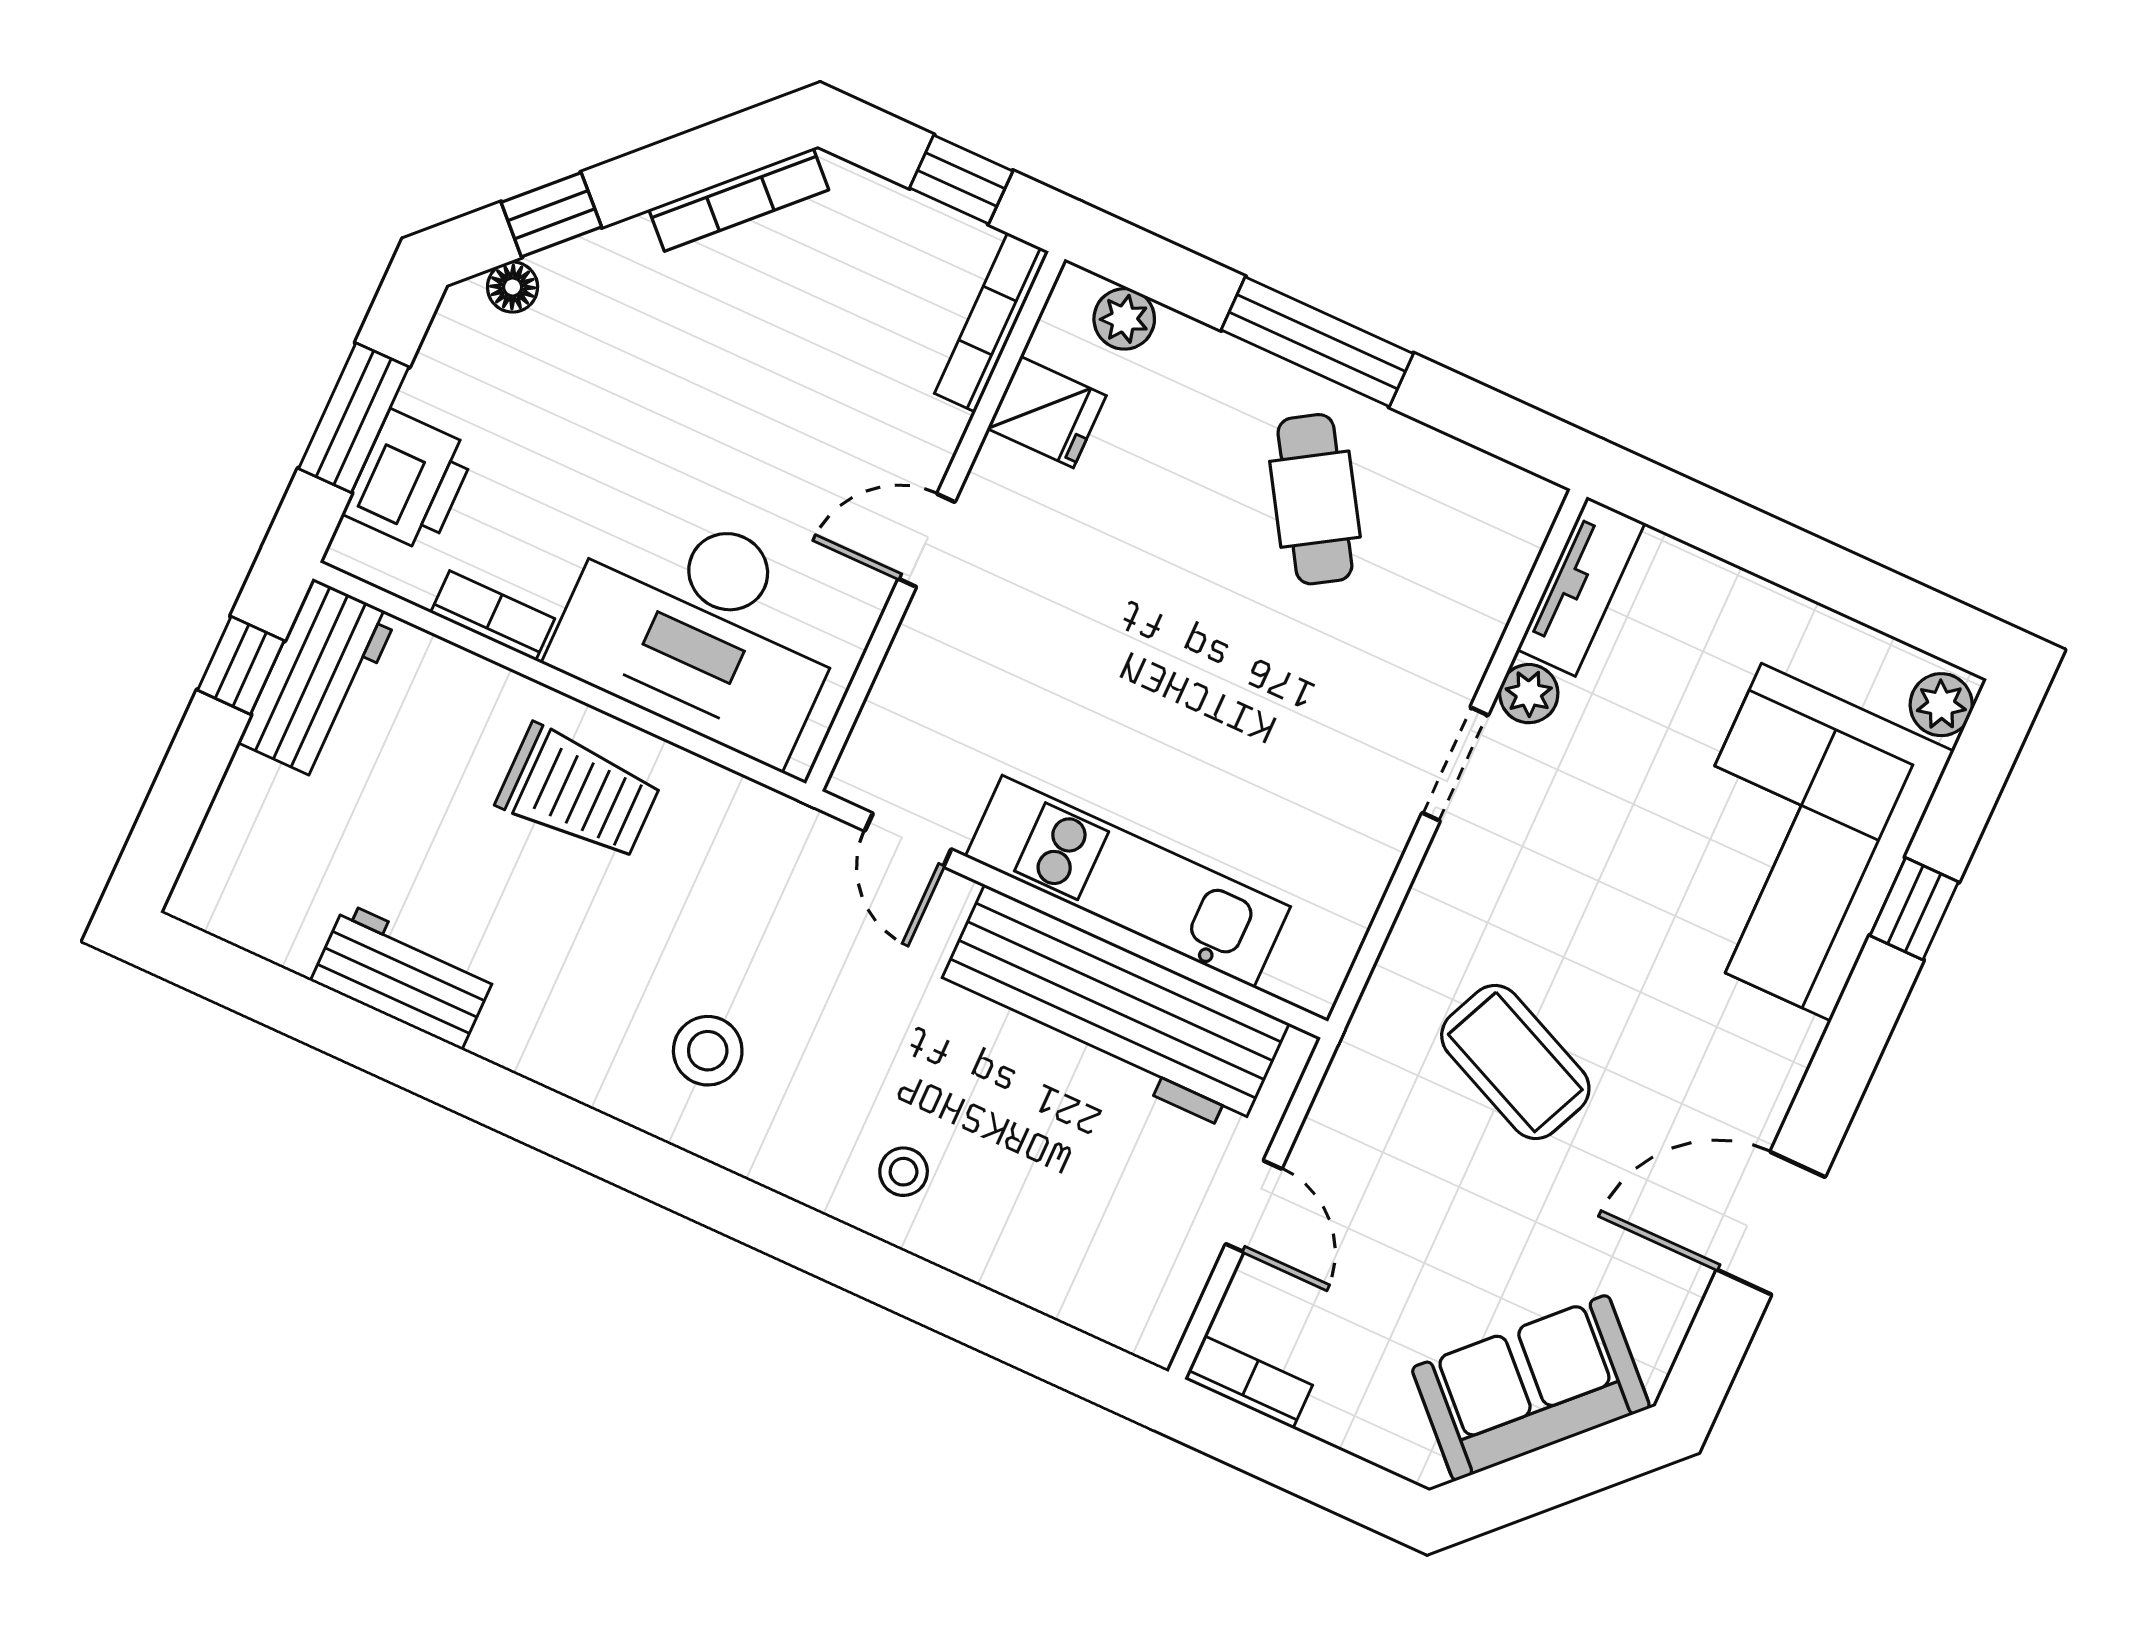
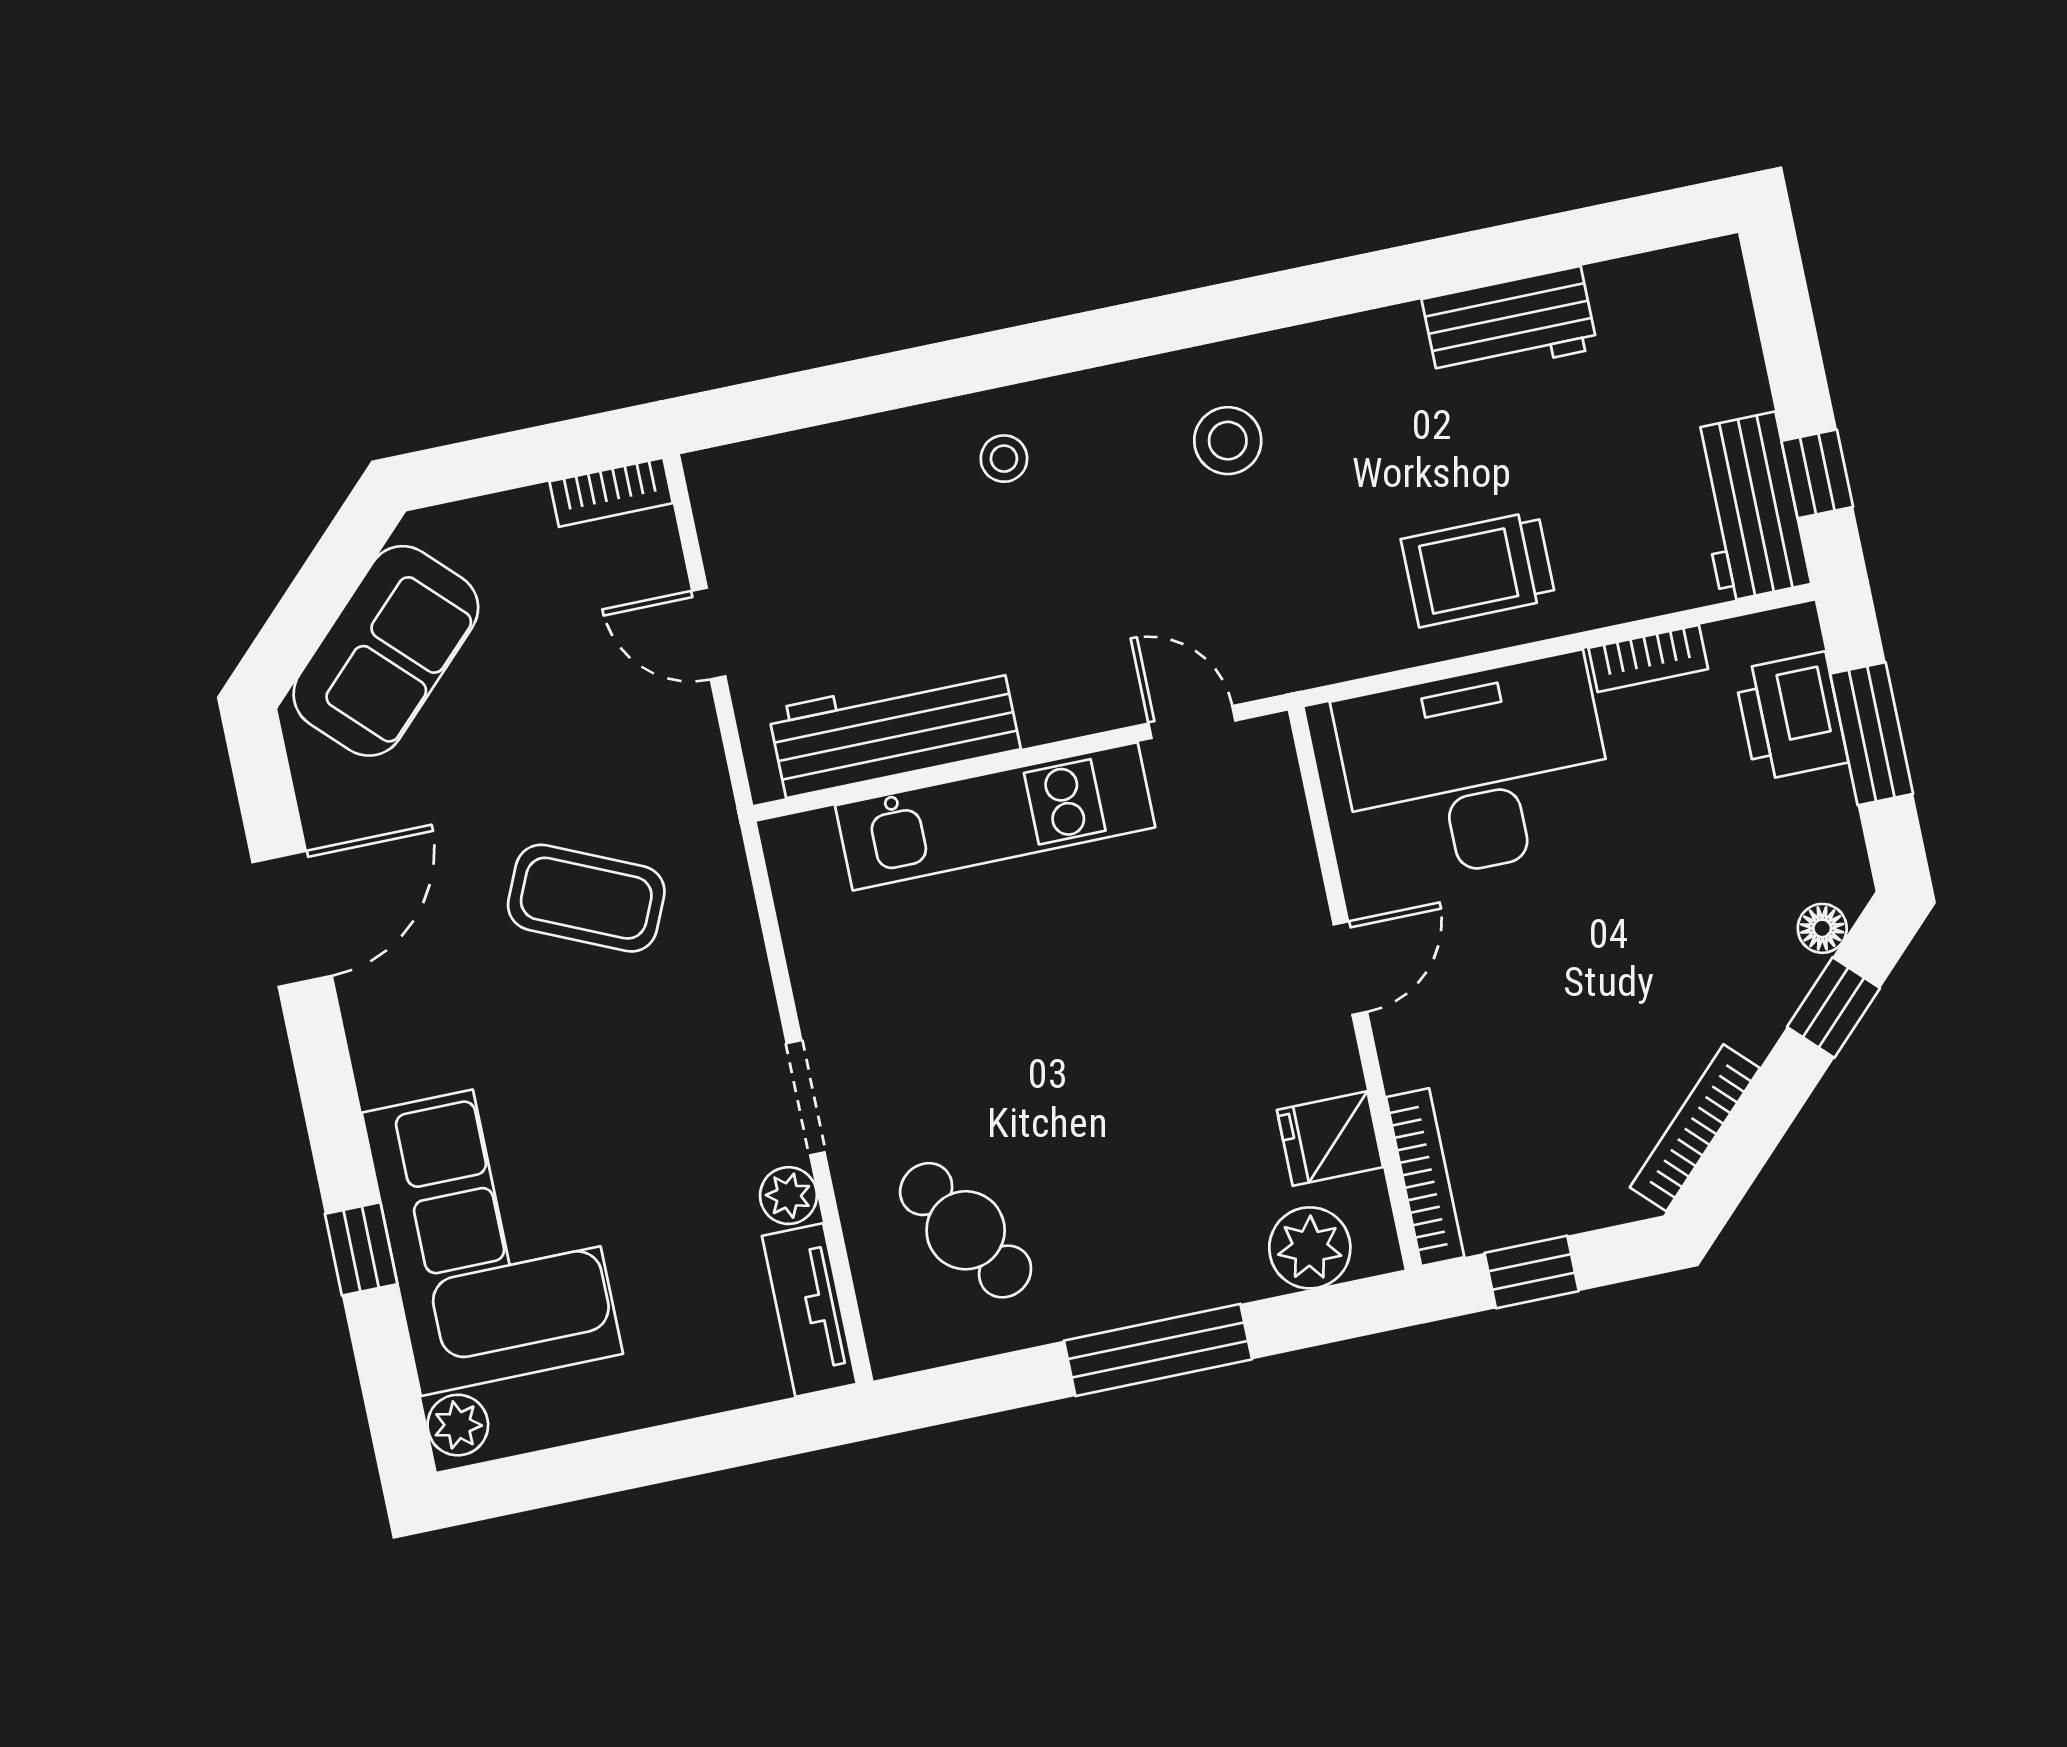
plant: (1124, 319) -> (1310, 1248), width x1.38, depth x1.38
cafe table: (1315, 499) -> (966, 1230), moved
workbench: (1112, 1009) -> (894, 730), width x0.73, depth x0.76

